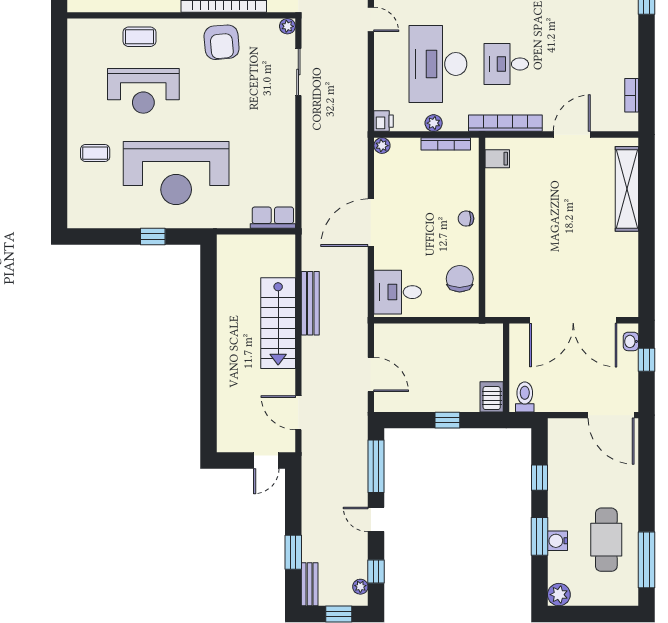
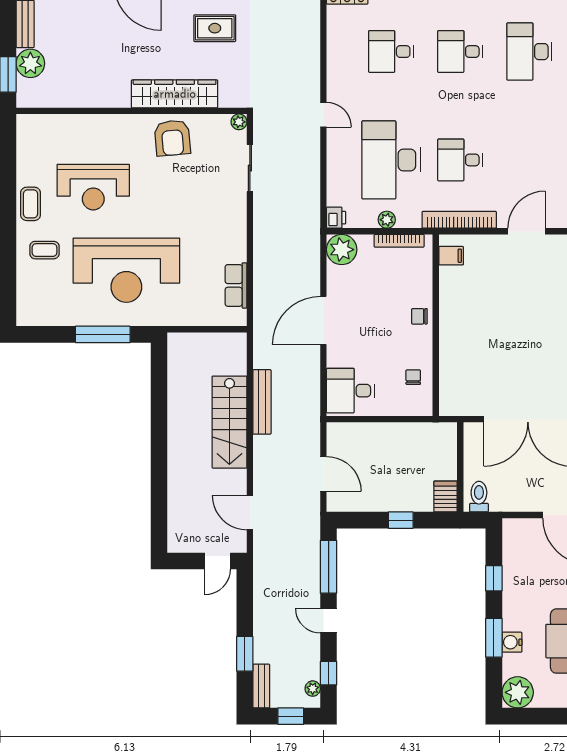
coffee table: (139, 37) -> (31, 204), moved, turned 90
plant: (382, 146) -> (342, 250), width x1.88, depth x1.88
row of seats: (273, 218) -> (236, 285), moved, turned -90
window: (153, 236) -> (103, 334), width x2.17
chair: (460, 279) -> (413, 377), width x0.54, depth x0.54
plant: (559, 595) -> (518, 692), width x1.36, depth x1.36

